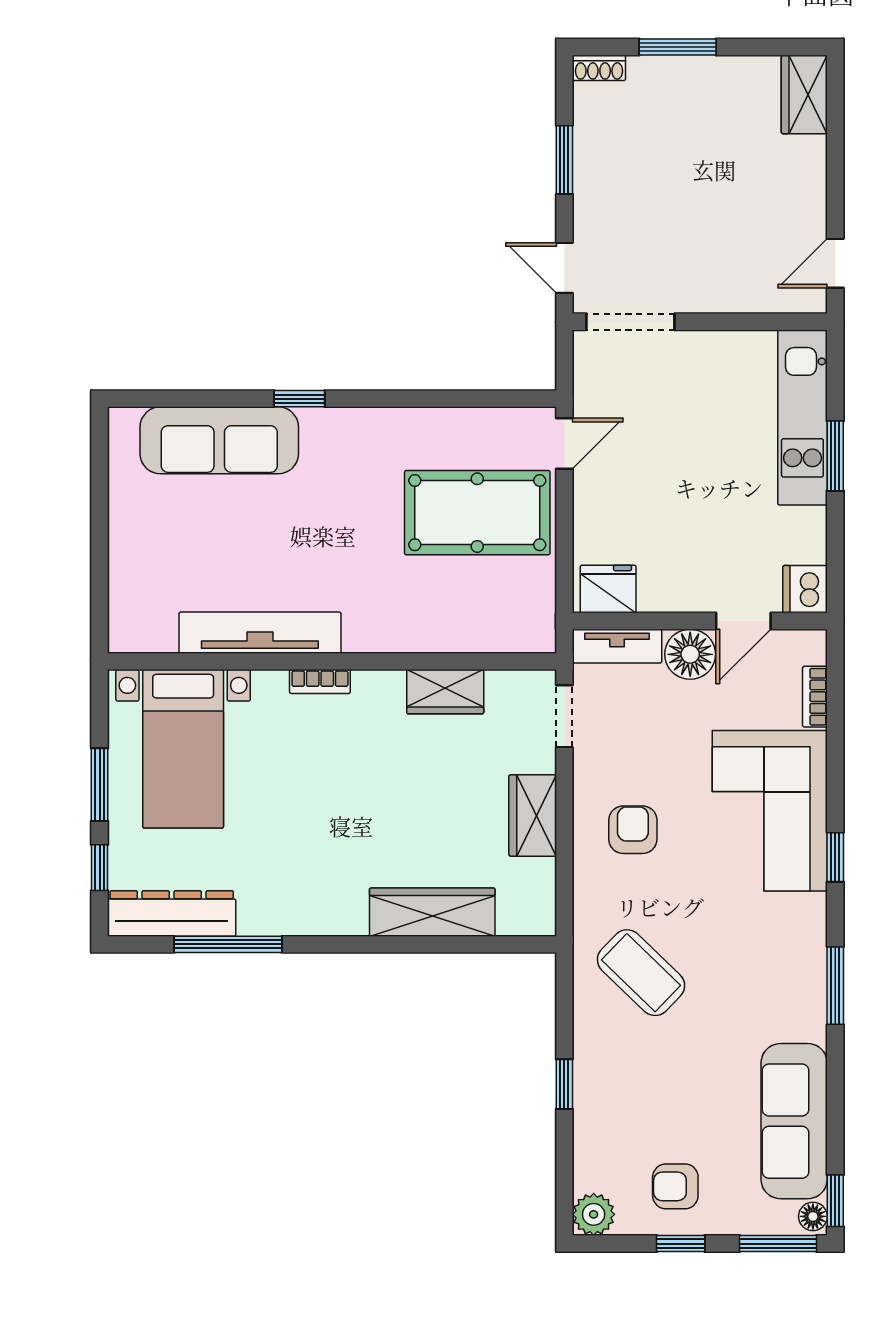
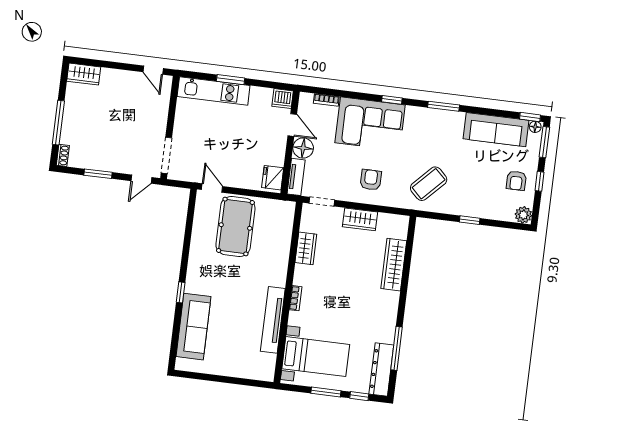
window: (678, 47) -> (58, 123), width x1.44
armchair: (633, 830) -> (371, 180), turned 90

